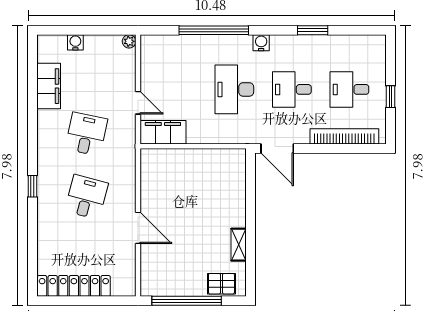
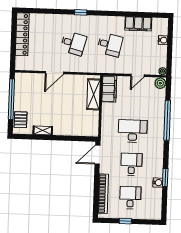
water cooler: (261, 43) -> (158, 183), moved
plant: (150, 45) -> (160, 83), added
door: (138, 103) -> (138, 75), moved
shelving: (173, 159) -> (94, 94), added

